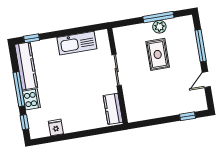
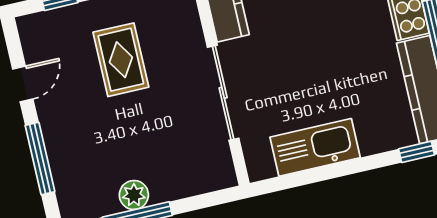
rug: (158, 54) -> (121, 60), moved
sliding door: (117, 70) -> (223, 93), width x1.37

